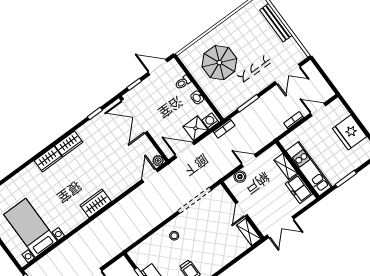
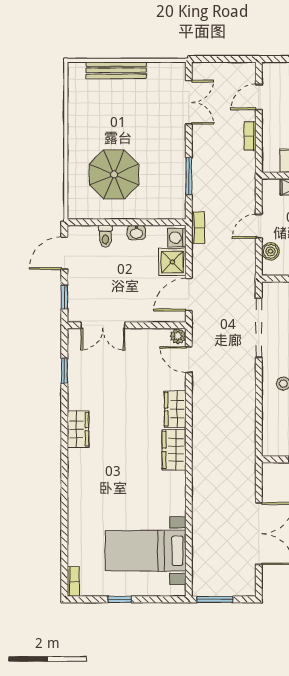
double door: (134, 116) -> (103, 325), width x0.73
wardrobe: (48, 159) -> (175, 409), moved, turned 180

